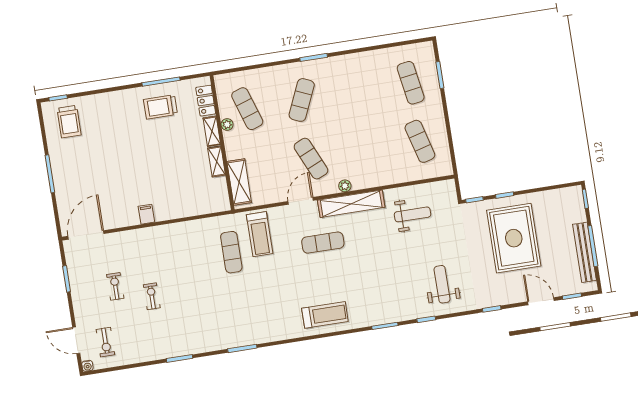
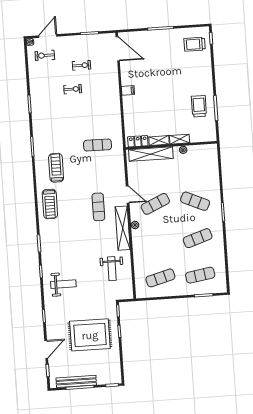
locker: (206, 101) -> (138, 141), moved
exercise mat: (247, 109) -> (198, 238), moved
shelving: (239, 182) -> (151, 154), width x1.47
treadmill: (260, 234) -> (56, 168), moved, turned 90

